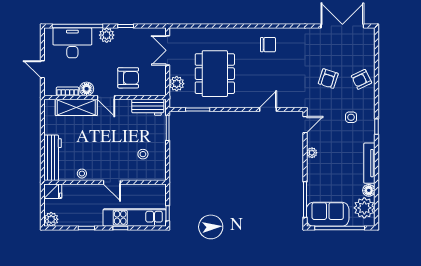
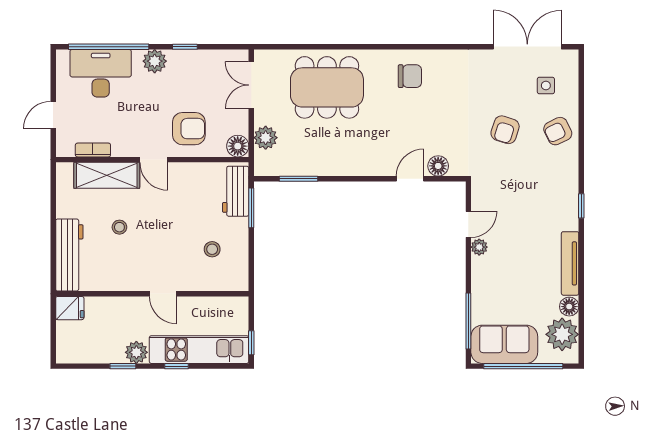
door: (42, 69) -> (53, 115), hinge flipped
dining table: (215, 74) -> (327, 87), moved, turned 90
floor lamp: (87, 89) -> (238, 146), moved
floor lamp: (286, 101) -> (438, 166), added
workbench: (148, 107) -> (236, 191), moved, turned 90
side table: (351, 117) -> (546, 86), moved
door: (305, 125) -> (468, 224), moved
stool: (82, 174) -> (119, 227), moved
plant: (51, 219) -> (136, 352), moved

